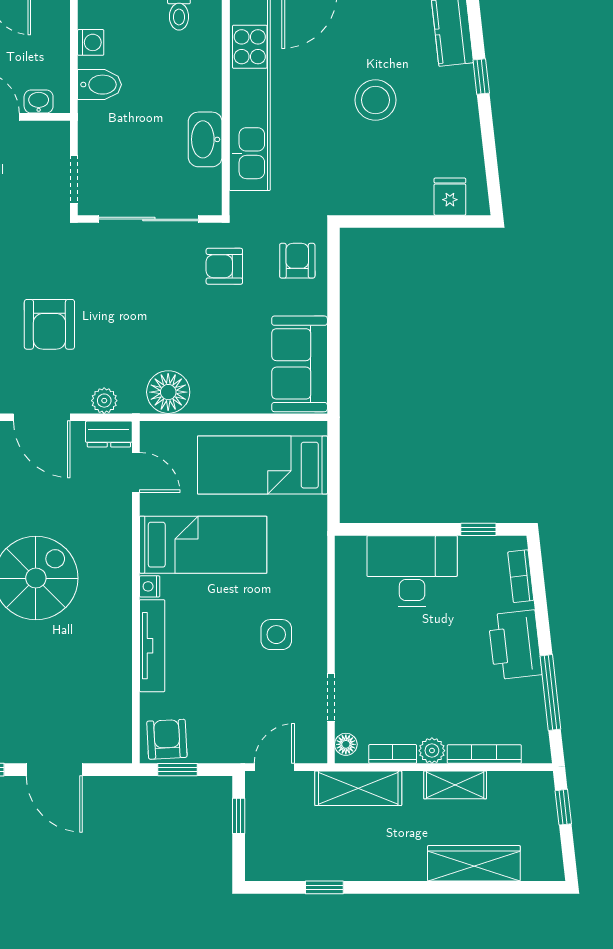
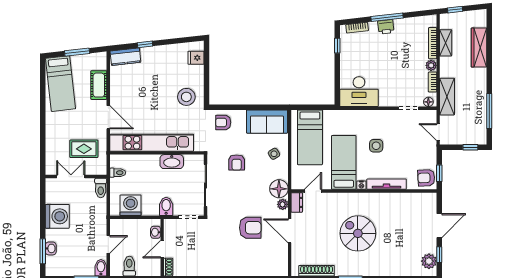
washing machine: (91, 42) -> (131, 205), width x1.89, depth x1.89
bidet: (99, 85) -> (166, 206), moved
stool: (375, 100) -> (186, 97), moved
armchair: (224, 266) -> (237, 162), moved
side table: (223, 380) -> (274, 154), added
floor lamp: (168, 392) -> (279, 189), moved
door: (42, 417) -> (290, 231), swing flipped
desk: (412, 571) -> (359, 92), moved, turned -90
side table: (276, 635) -> (376, 146), moved
printer: (515, 645) -> (386, 27), width x0.53, depth x0.68
window: (550, 693) -> (387, 17), moved
shelving: (455, 785) -> (446, 43), moved
window: (239, 816) -> (470, 147), moved
window: (324, 887) -> (489, 111), width x2.17

